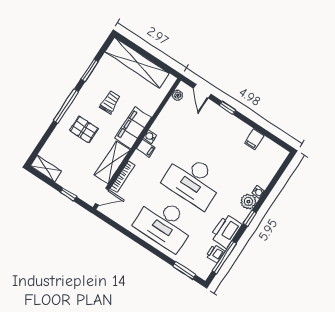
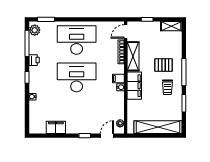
door: (202, 91) -> (107, 136), hinge flipped
trolley: (110, 102) -> (167, 87), moved
filing cabinet: (254, 139) -> (56, 127), width x2.00
plant: (248, 202) -> (35, 30), moved
printer: (226, 231) -> (34, 60), width x0.53, depth x0.68
printer: (215, 254) -> (34, 42), removed

